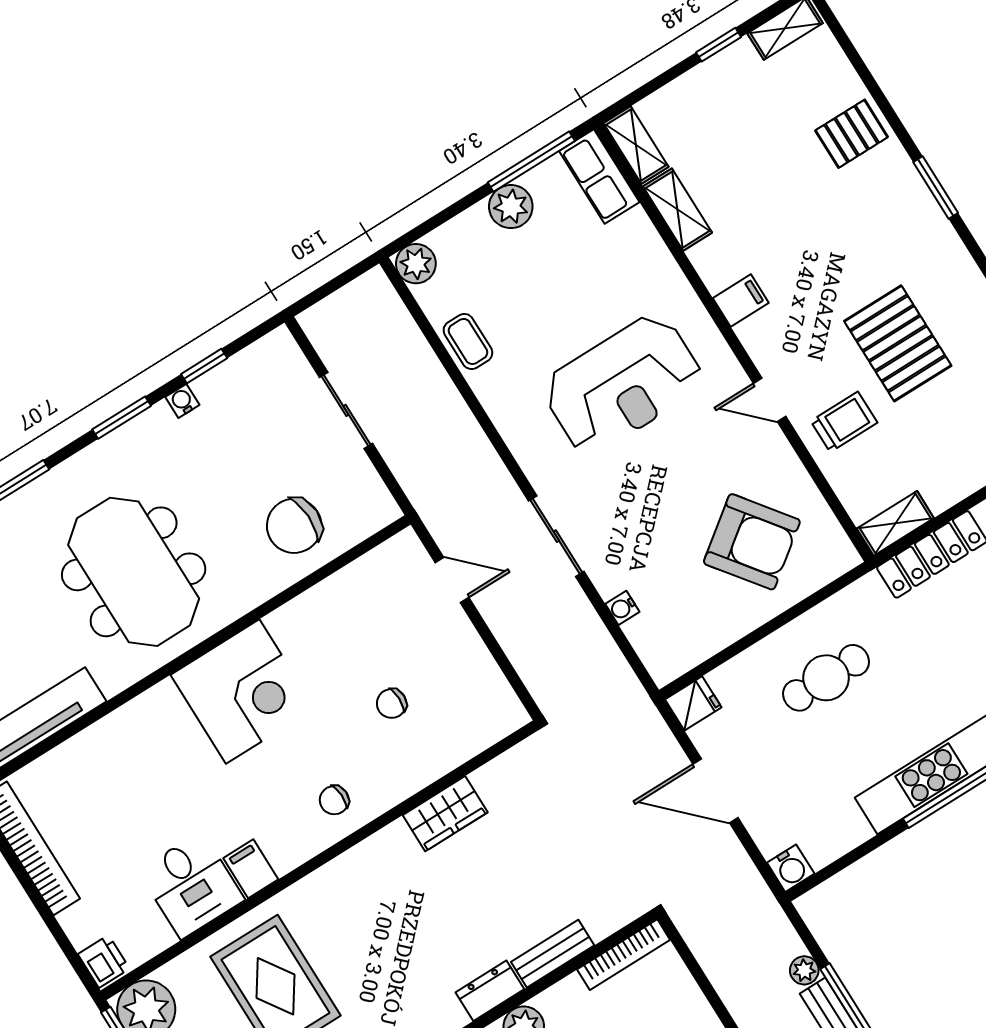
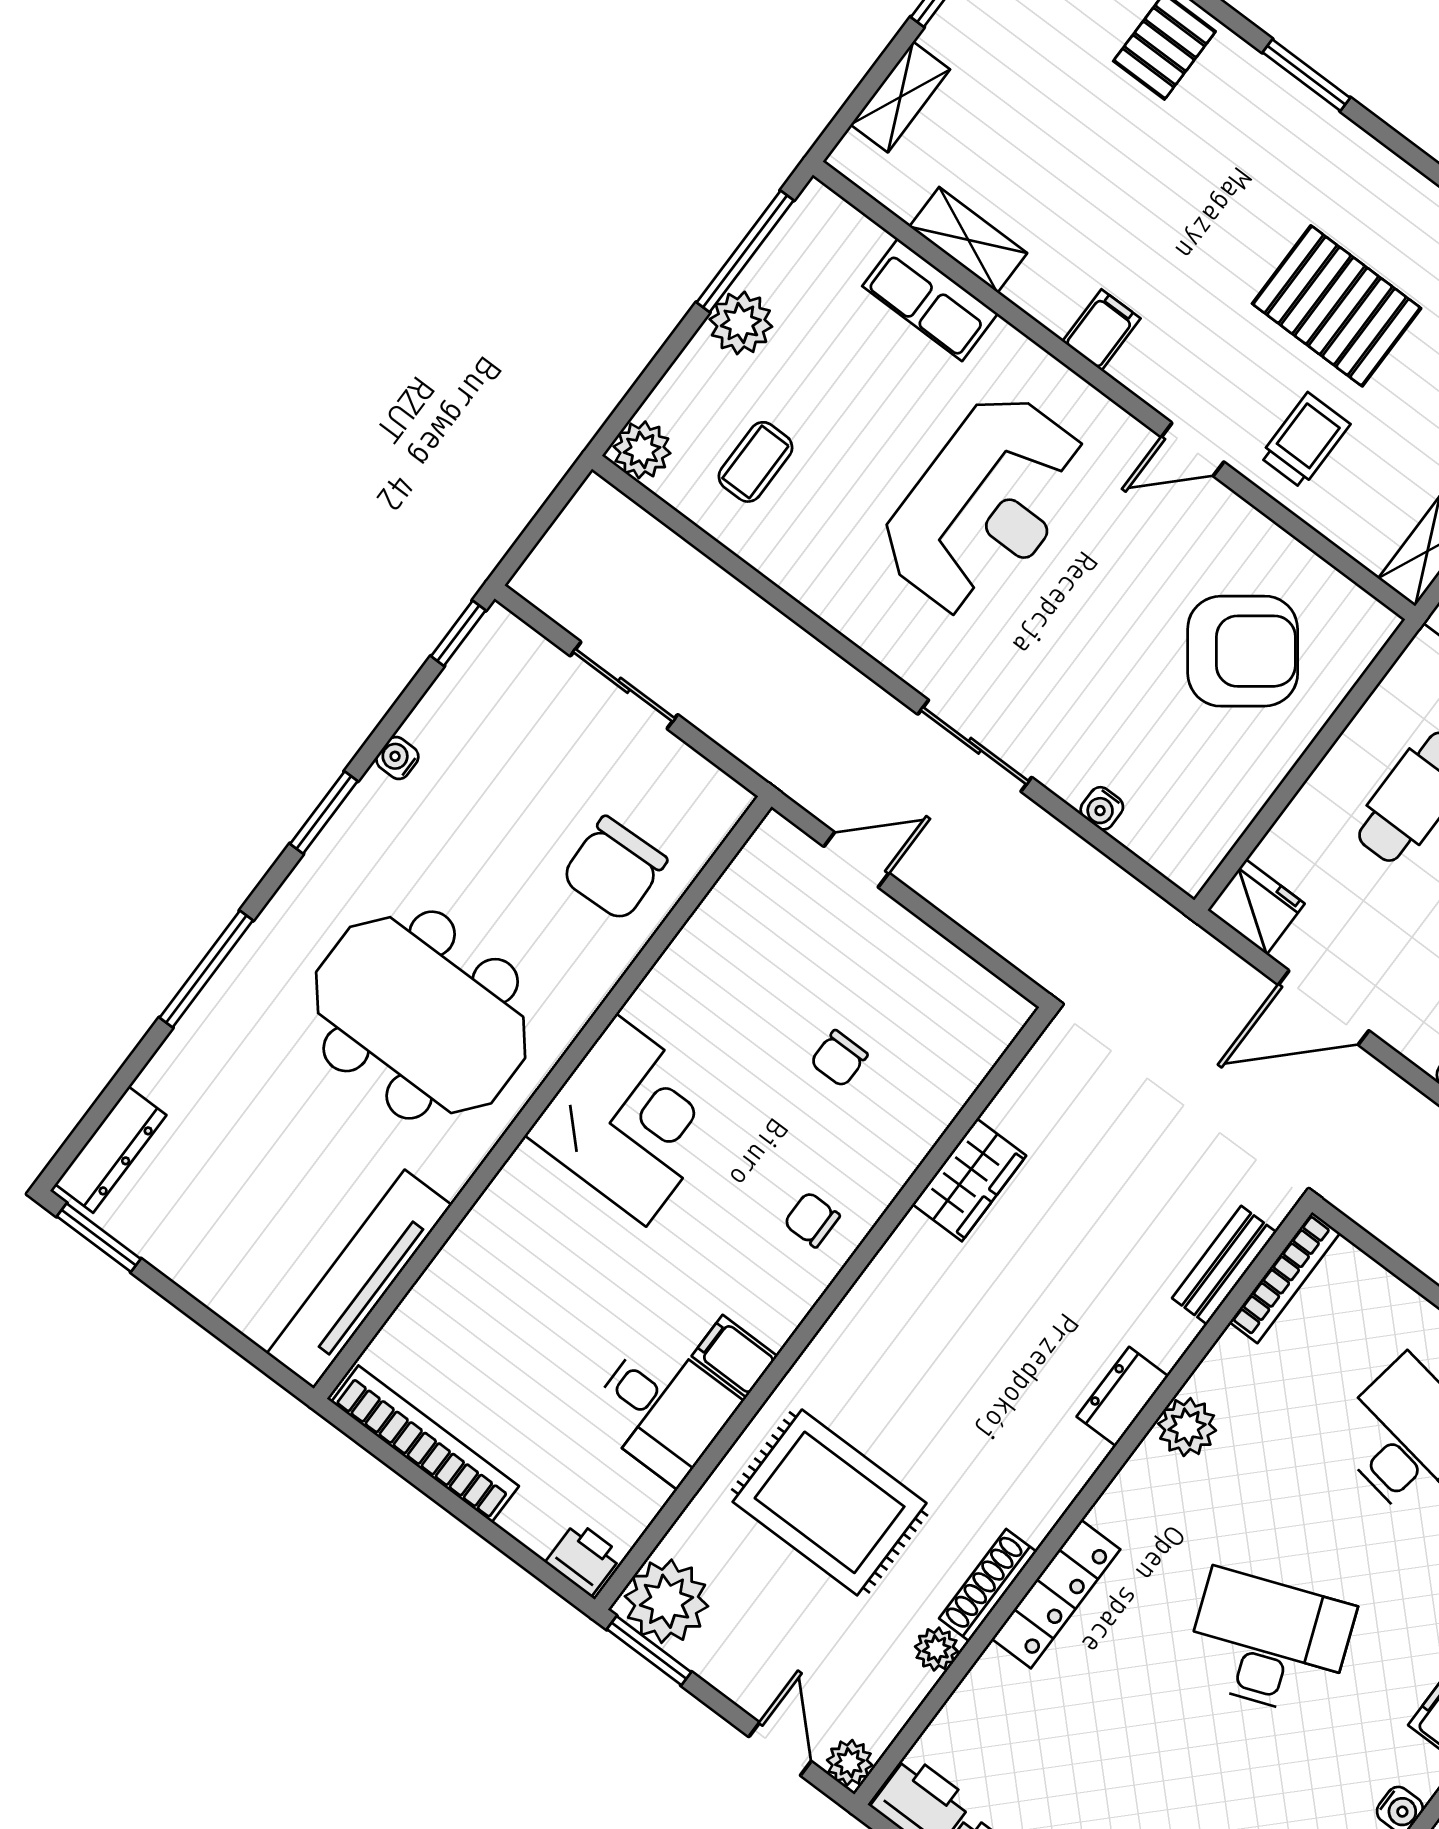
shelving: (636, 145) -> (900, 97), moved, turned 90
row of seats: (599, 177) -> (930, 300), moved
coffee table: (468, 341) -> (756, 462), moved, turned 90
window: (204, 366) -> (458, 633), moved
fridge: (693, 703) -> (1256, 907), width x1.38
chair: (334, 800) -> (812, 1220), turned 93
bench: (553, 954) -> (1224, 1265), moved

